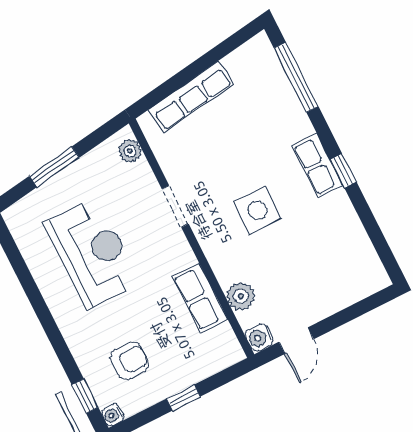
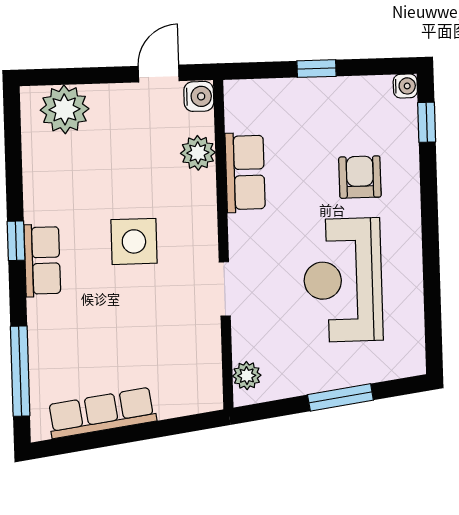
row of seats: (191, 97) -> (102, 413), moved
plant: (353, 283) -> (65, 109), added
armchair: (129, 361) -> (360, 177), moved, turned 90

